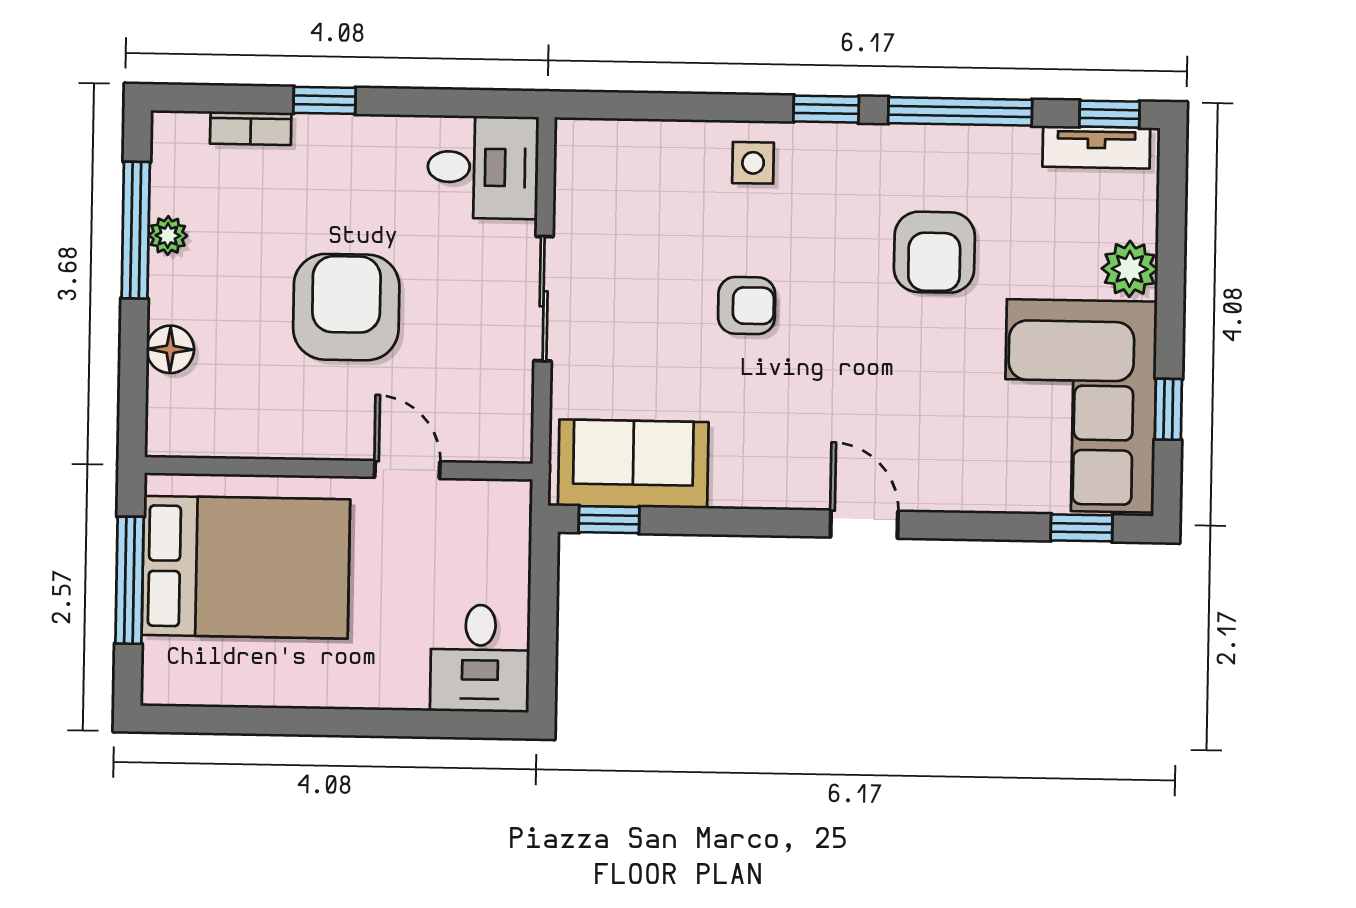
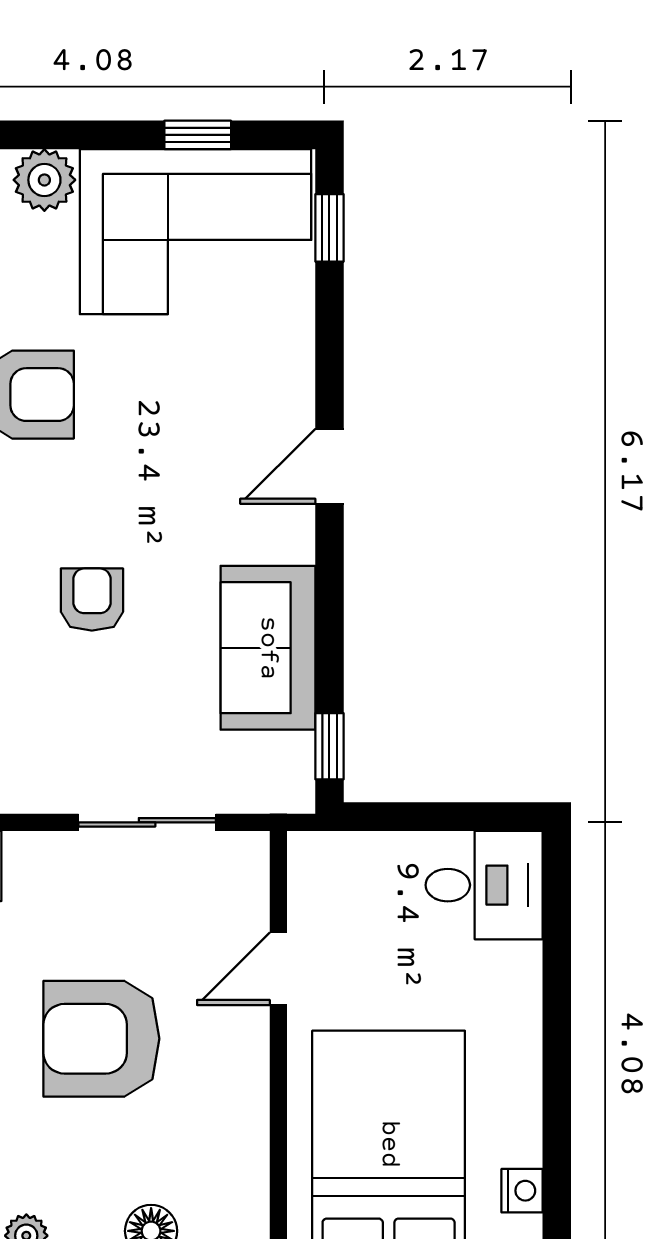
sliding door: (544, 299) -> (147, 822), moved
sofa: (633, 464) -> (268, 648), moved
nightstand: (201, 688) -> (522, 1191), added

